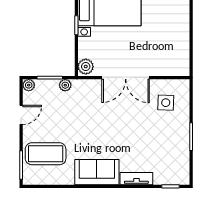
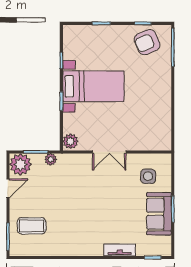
double door: (126, 78) -> (109, 152), width x0.73
plant: (29, 85) -> (20, 164), width x1.87, depth x1.87
coffee table: (46, 154) -> (32, 226), width x0.73, depth x0.76
sofa: (97, 172) -> (159, 214), moved, turned -90

